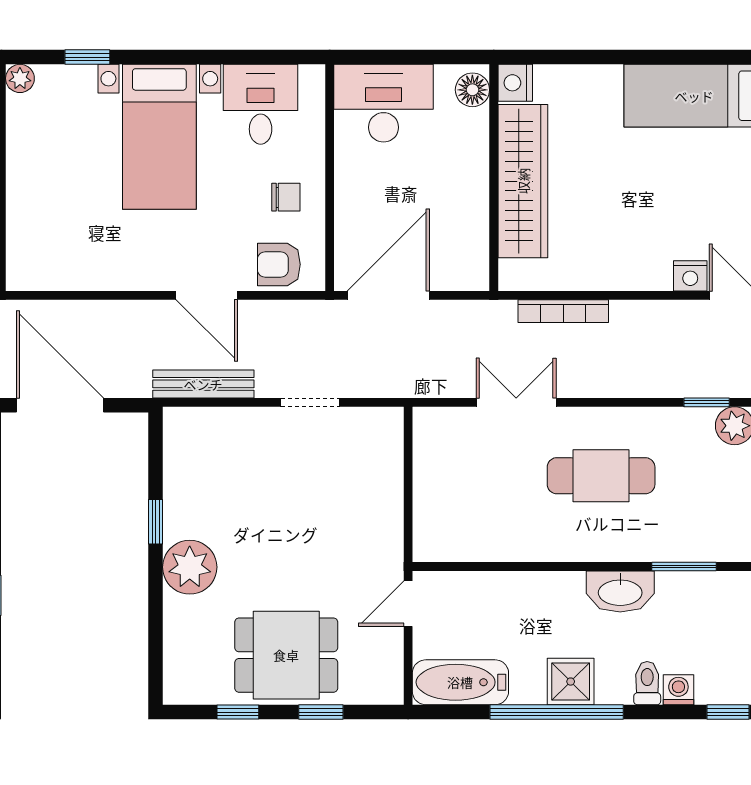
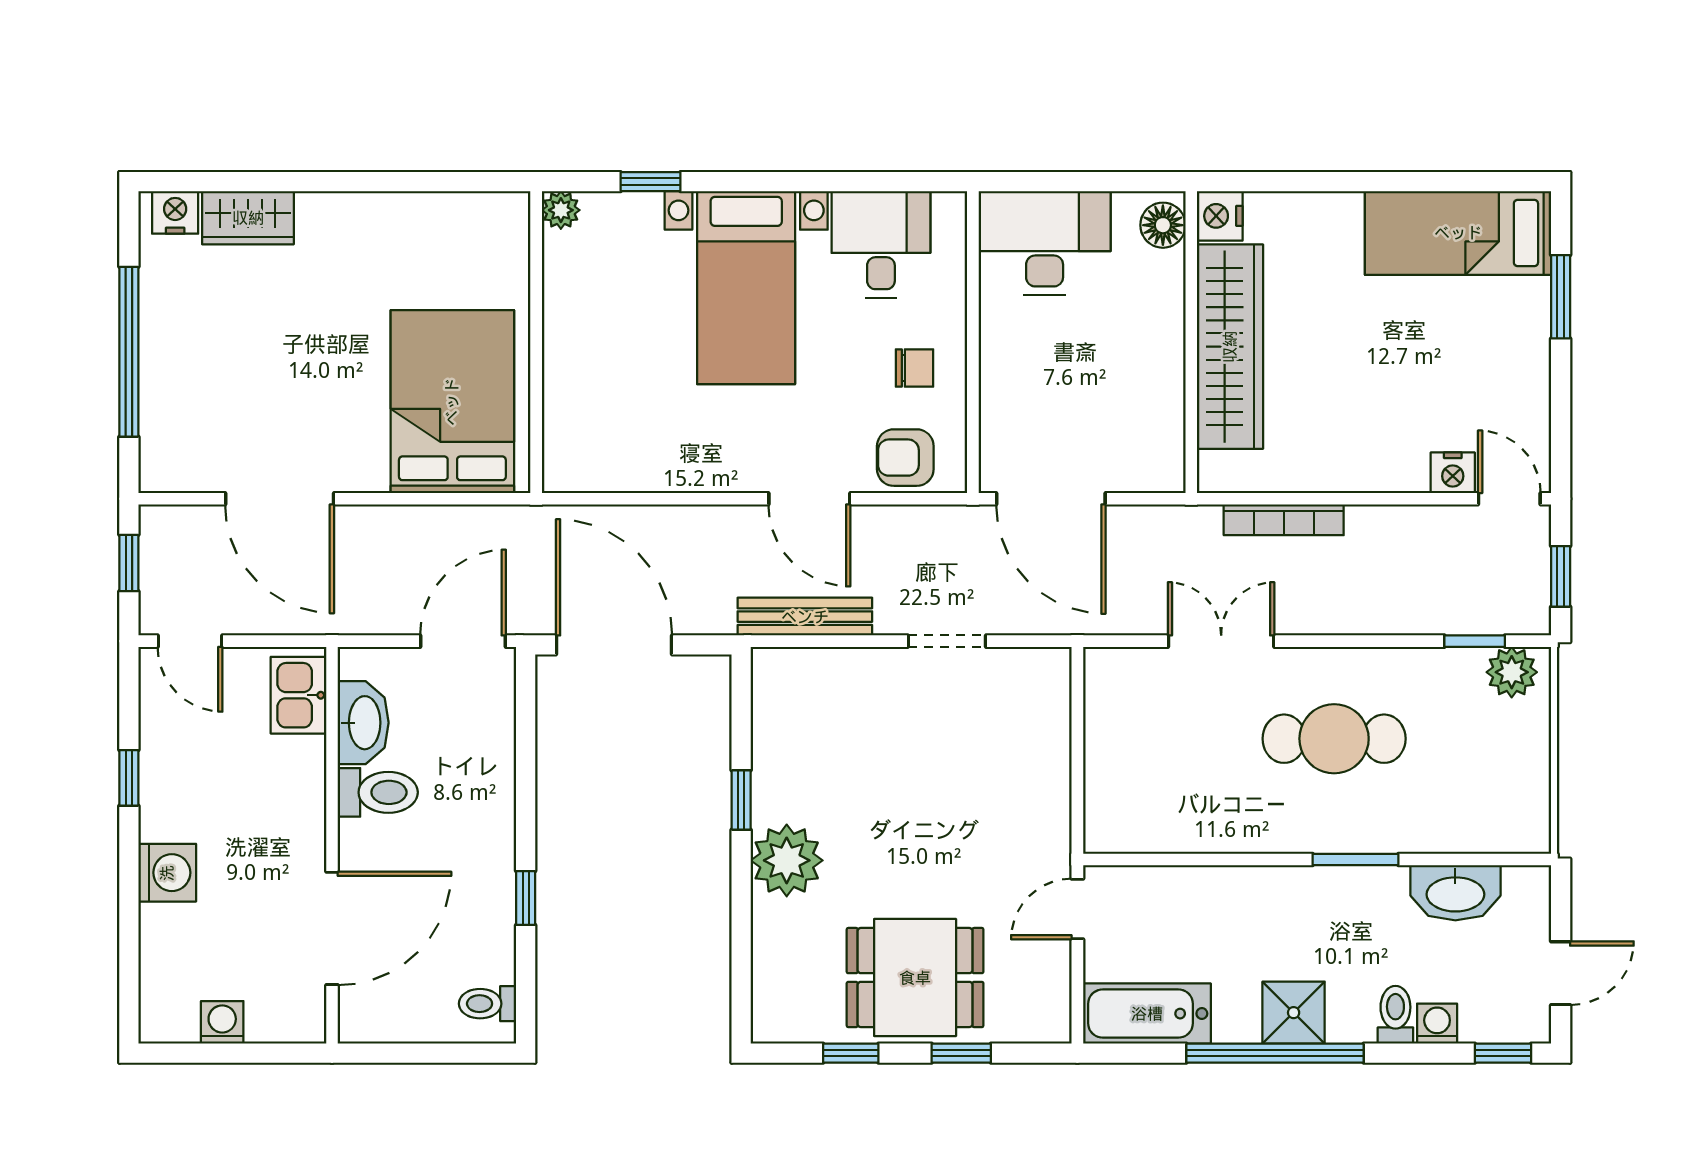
door: (388, 295) -> (1051, 499), swing flipped
window: (684, 566) -> (1355, 859), moved
washbasin: (620, 591) -> (1455, 893), moved

